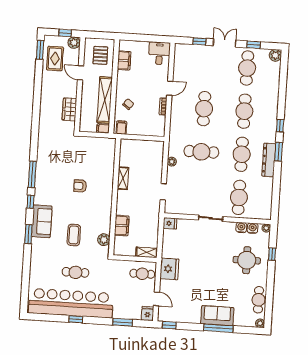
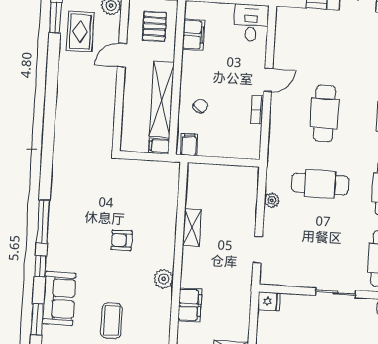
door: (80, 73) -> (122, 55), hinge flipped
wardrobe: (69, 109) -> (104, 115), removed
plant: (104, 240) -> (164, 279), moved

